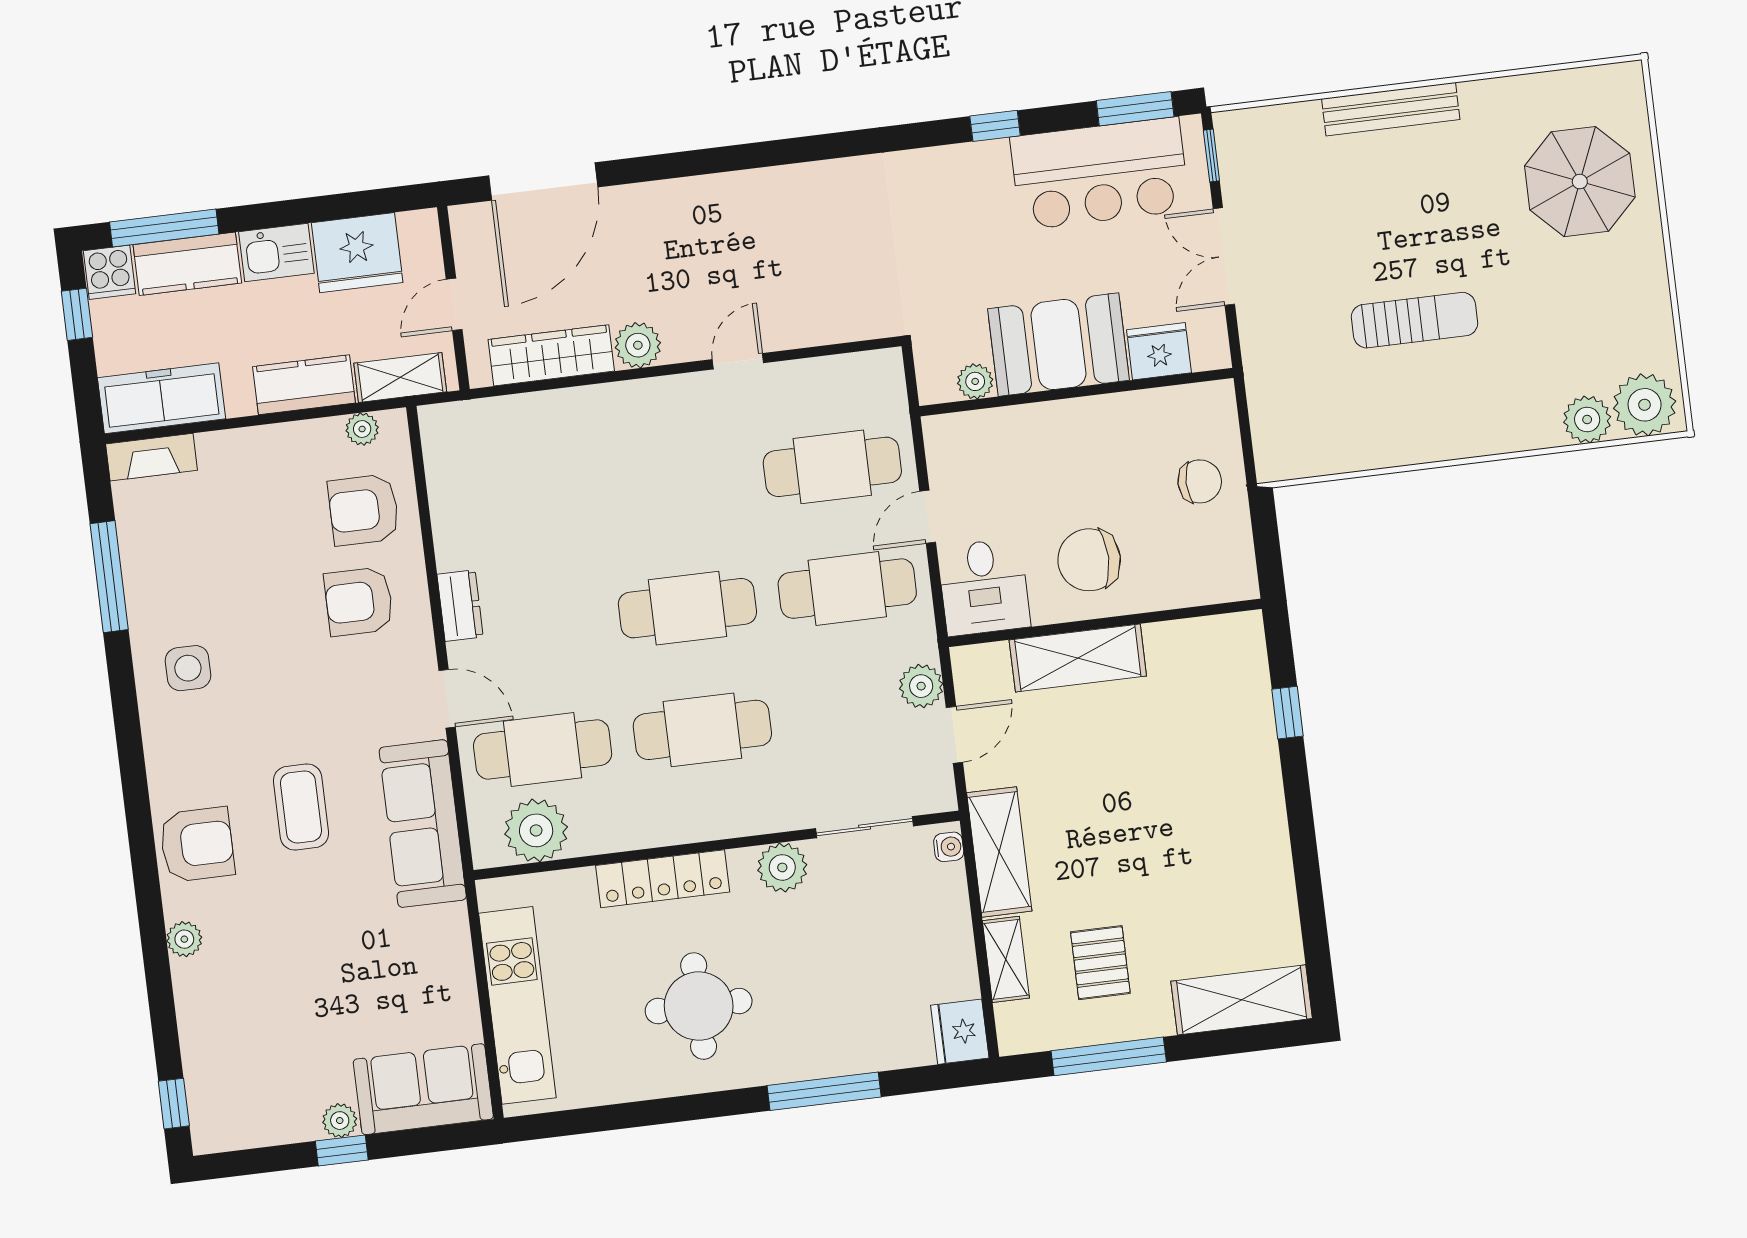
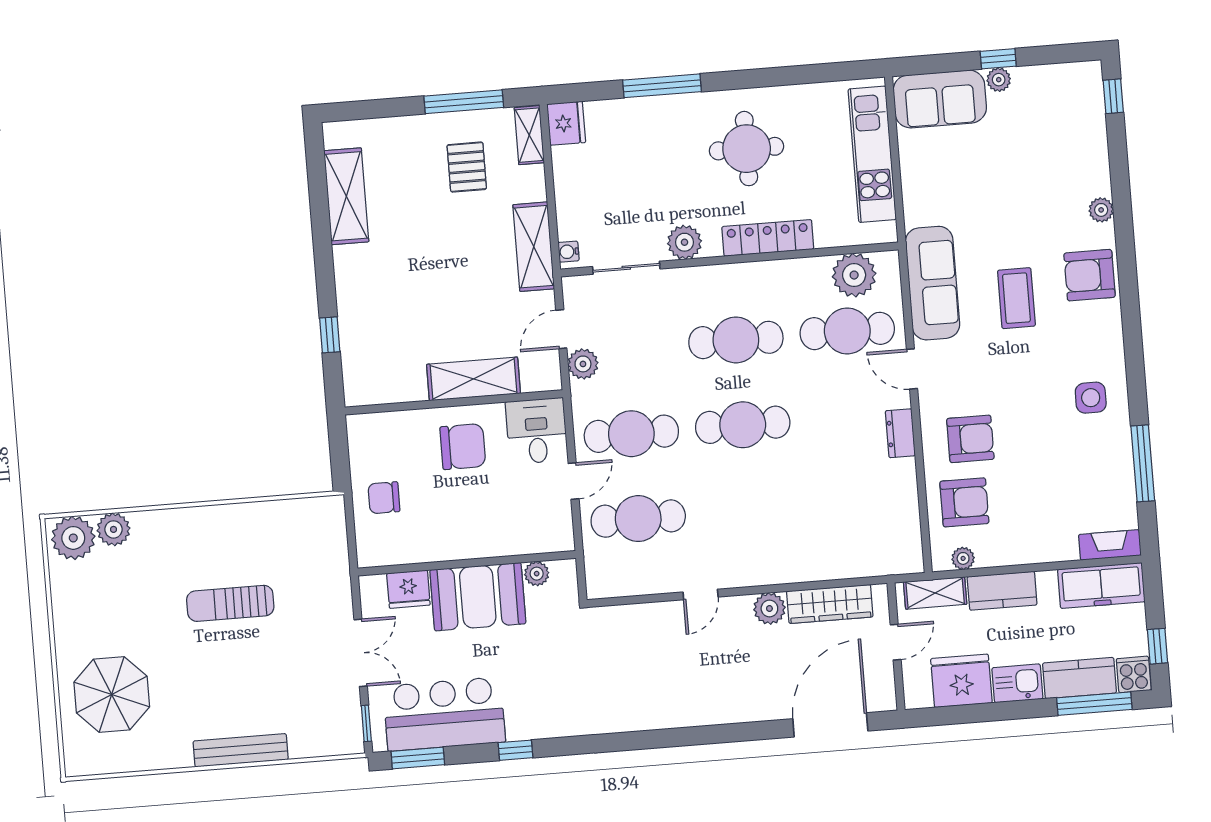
shelving: (1006, 959) -> (529, 135), moved
shelving: (1242, 1000) -> (346, 196), moved, turned 90

